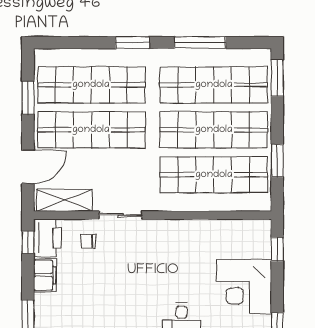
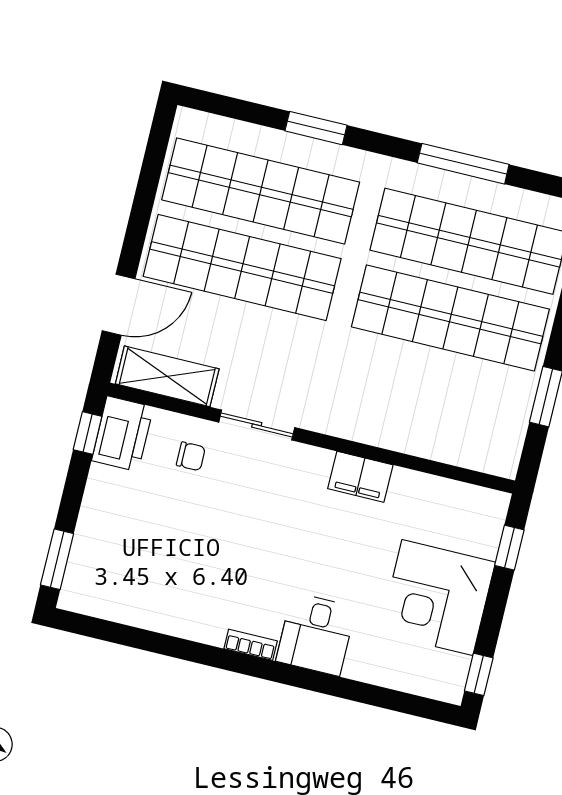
window: (132, 43) -> (316, 128), moved
window: (28, 98) -> (147, 187), removed
shop shelf: (214, 175) -> (432, 395), removed
chair: (88, 241) -> (191, 456), turned 180
filing cabinet: (45, 275) -> (360, 477), moved, turned 90

